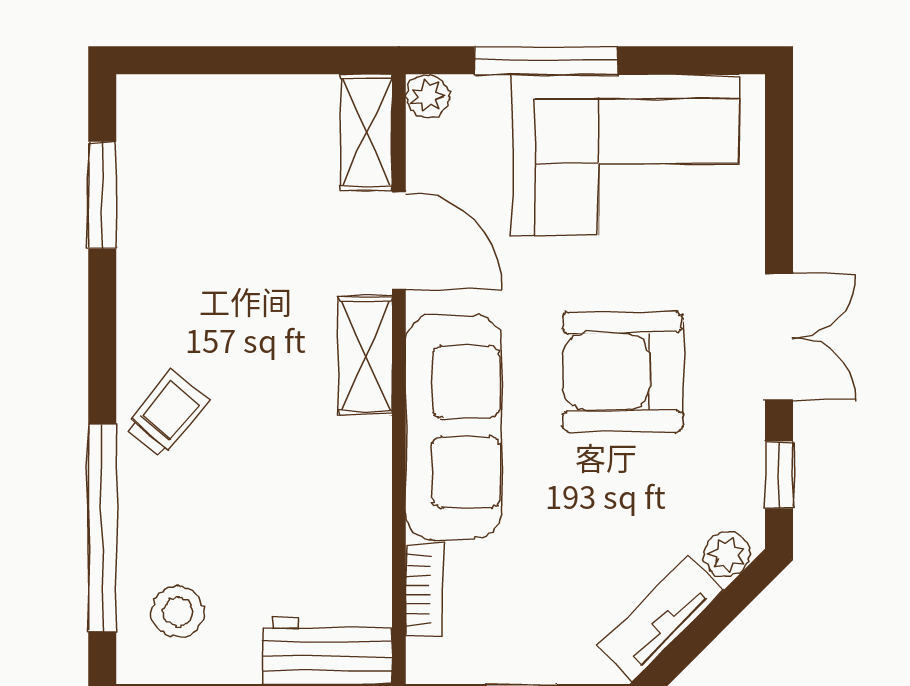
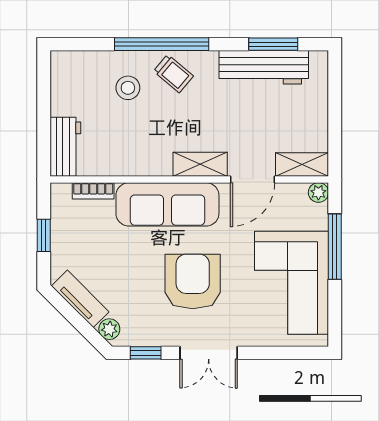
workbench: (153, 216) -> (264, 67), added
window: (102, 528) -> (162, 44), moved
stool: (178, 612) -> (128, 88), moved

